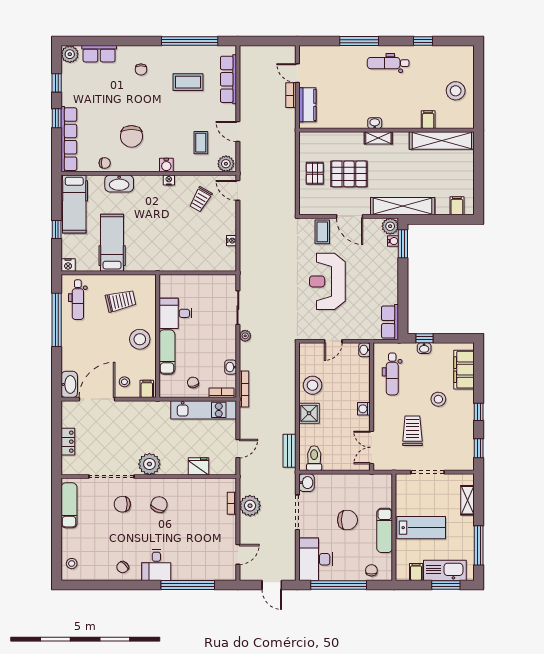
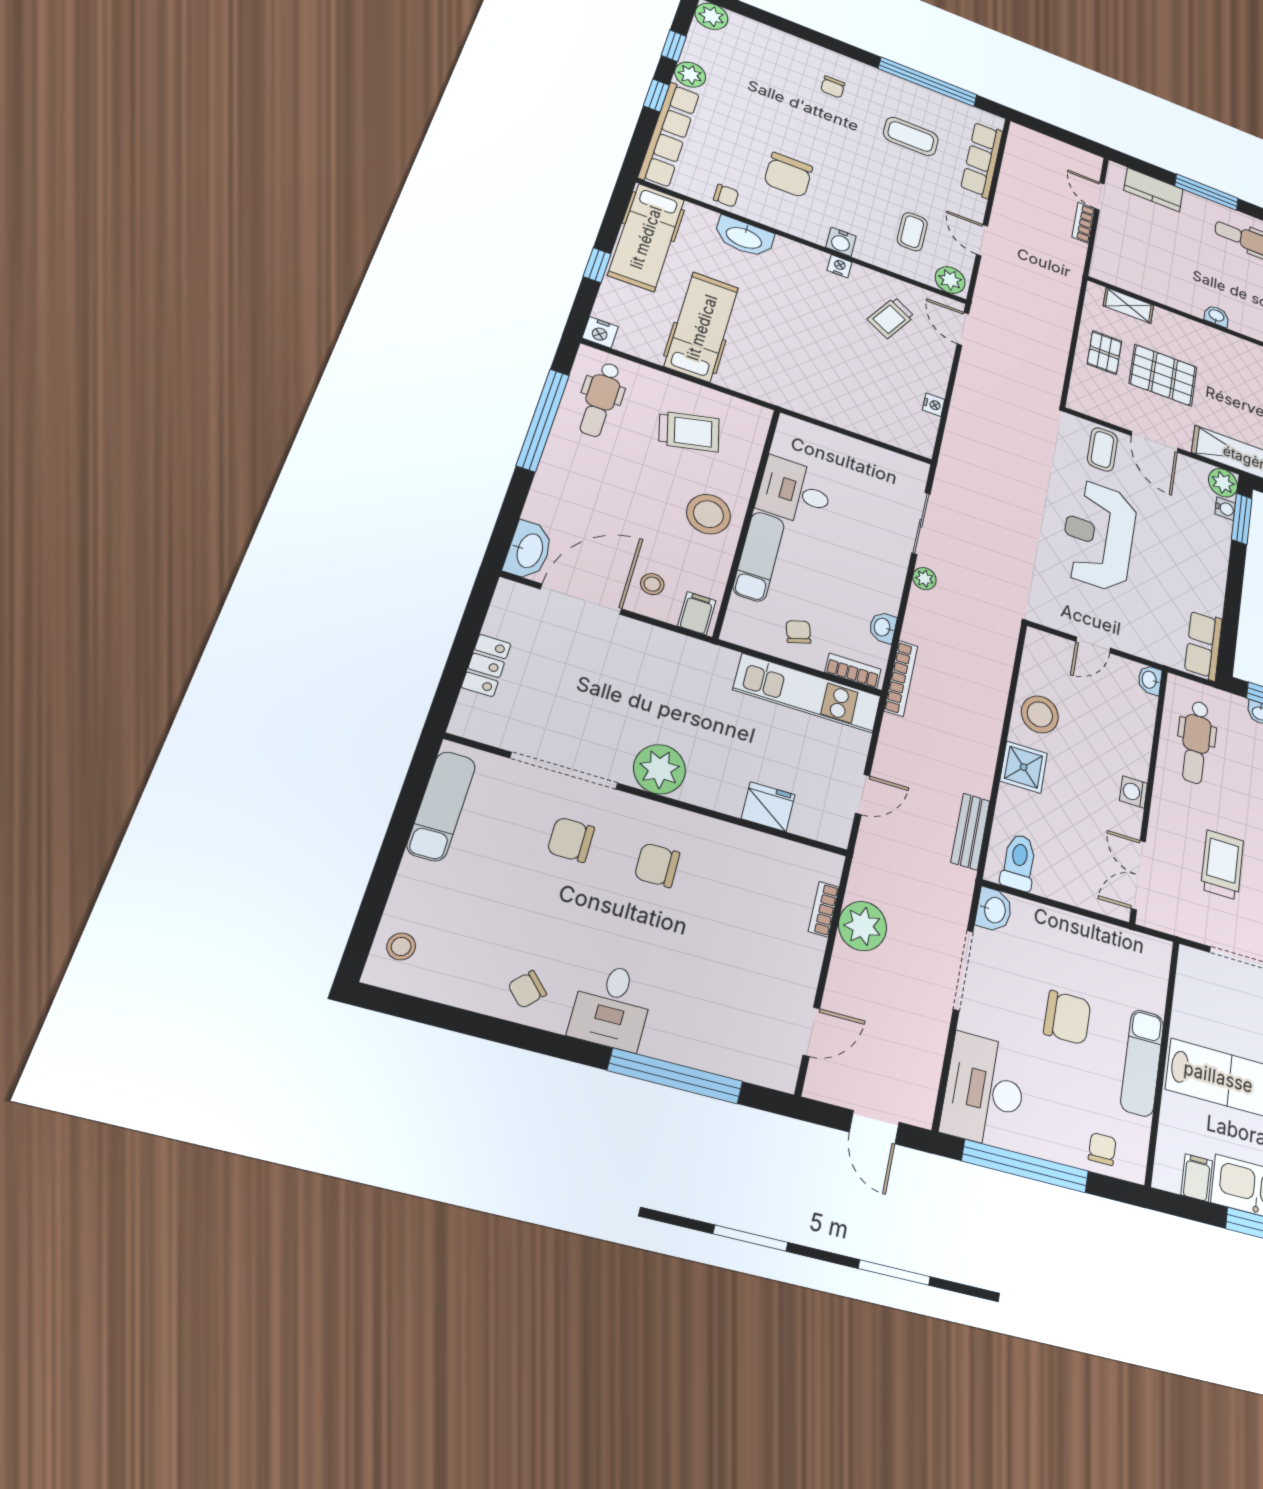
row of seats: (99, 54) -> (764, 36), removed
plant: (69, 97) -> (690, 75), added
kitchen counter: (307, 105) -> (1154, 190), moved, turned 90
shelving: (378, 138) -> (1128, 305), moved
chair: (159, 505) -> (657, 865), turned -113

